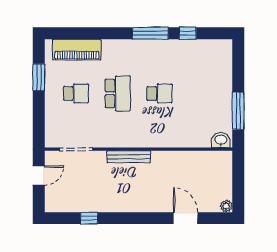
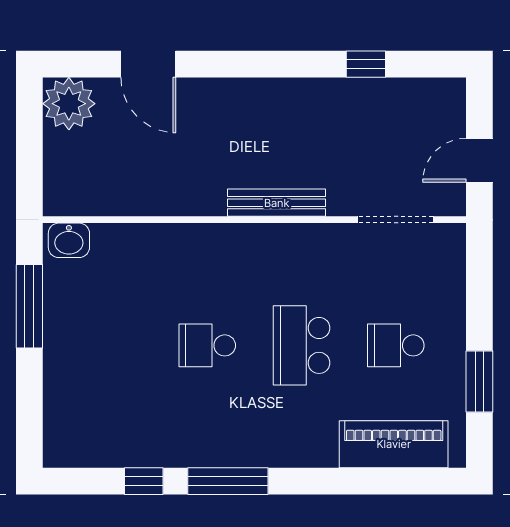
plant: (226, 206) -> (69, 104), width x1.87, depth x1.87

